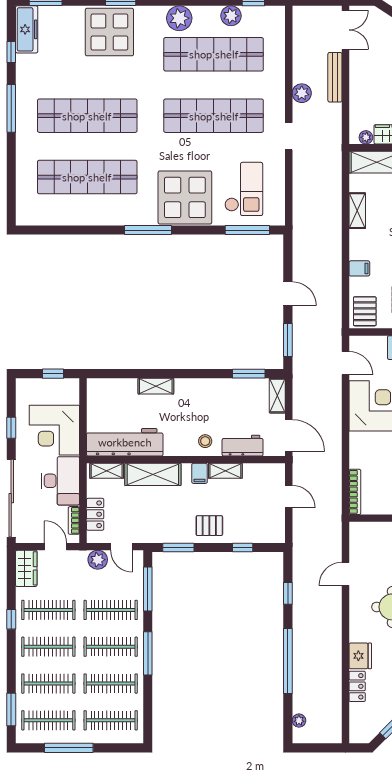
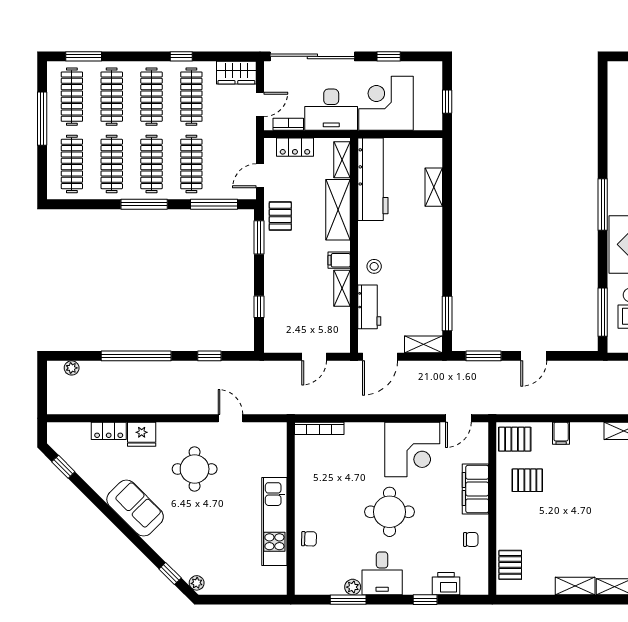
shelving: (156, 386) -> (434, 187), moved
pallet: (209, 526) -> (280, 216), moved
plant: (98, 560) -> (246, 150), removed

